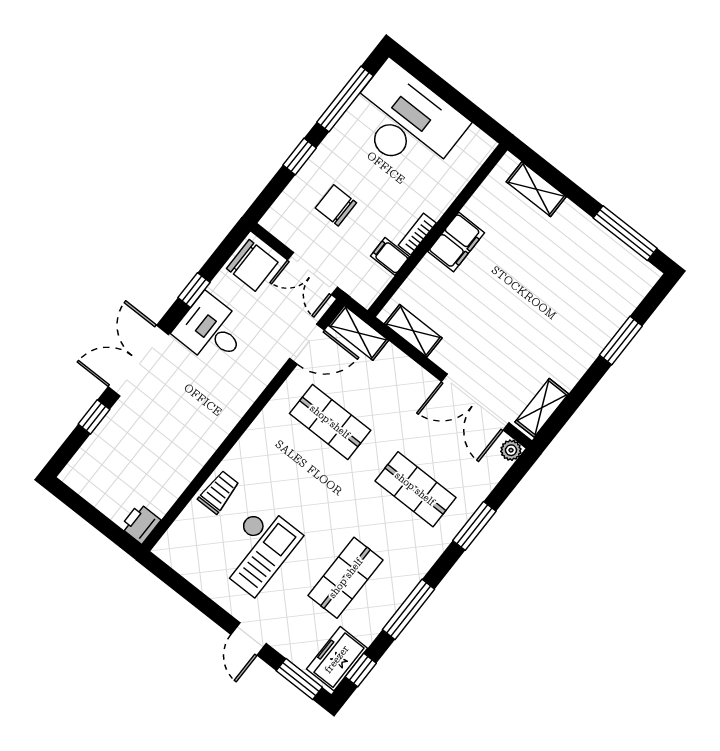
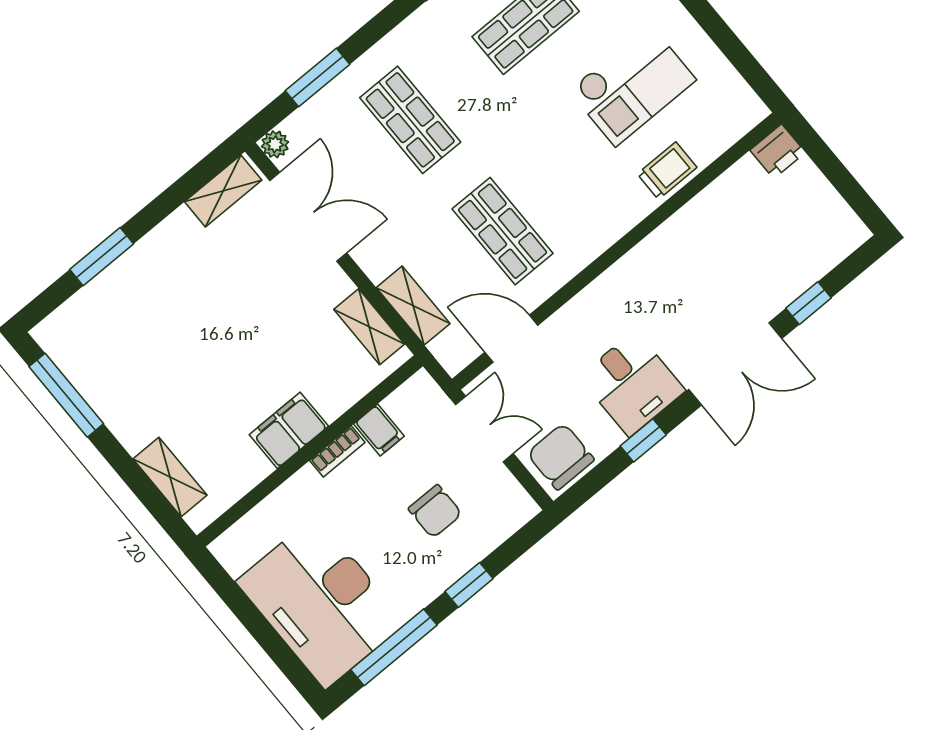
shelving: (359, 333) -> (413, 306), moved
trolley: (219, 492) -> (667, 171), turned 180
window: (474, 526) -> (317, 77), moved
checkout: (257, 550) -> (632, 85), turned 180

